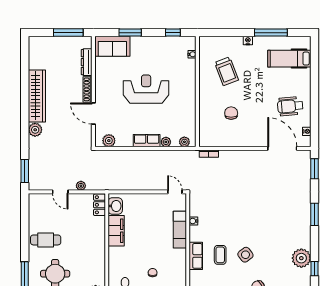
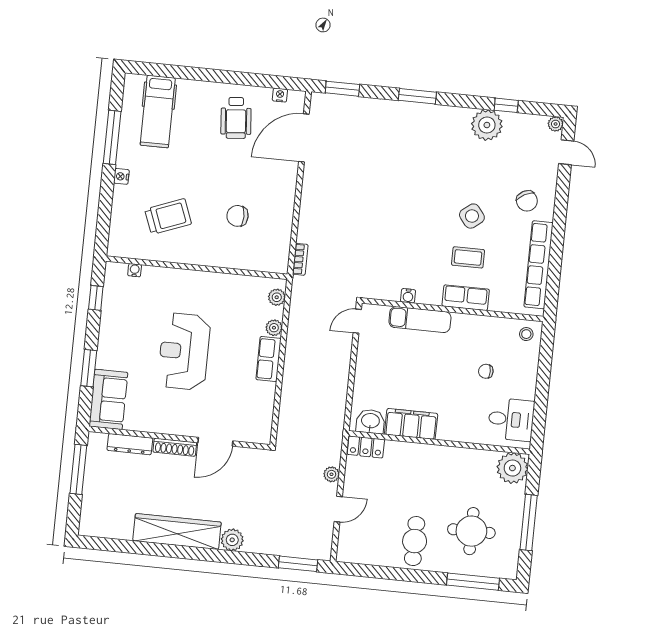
plant: (109, 141) -> (262, 421), removed

